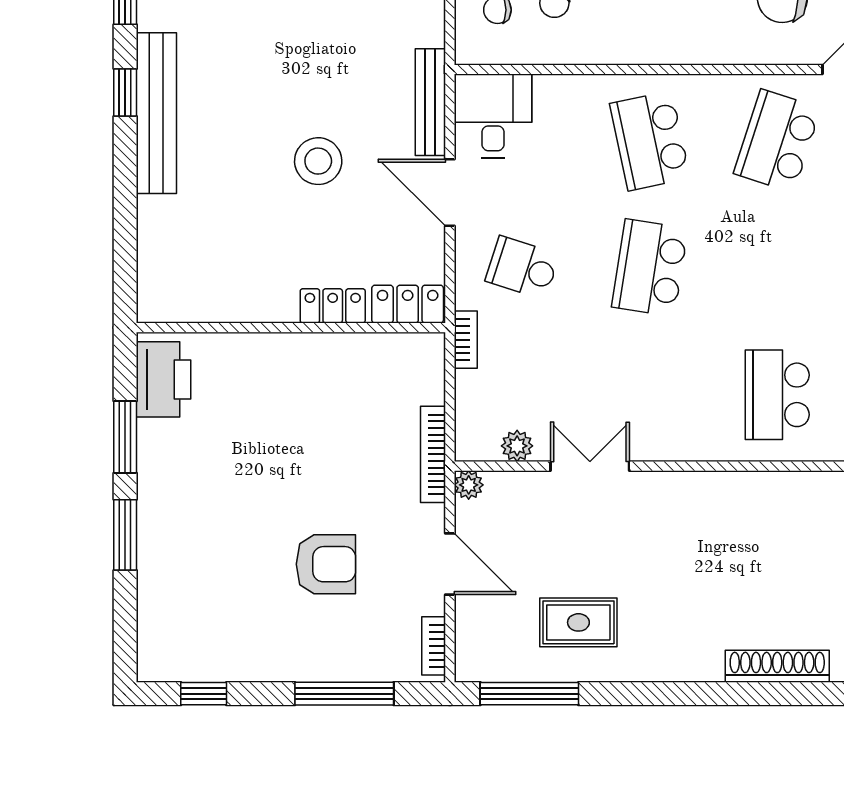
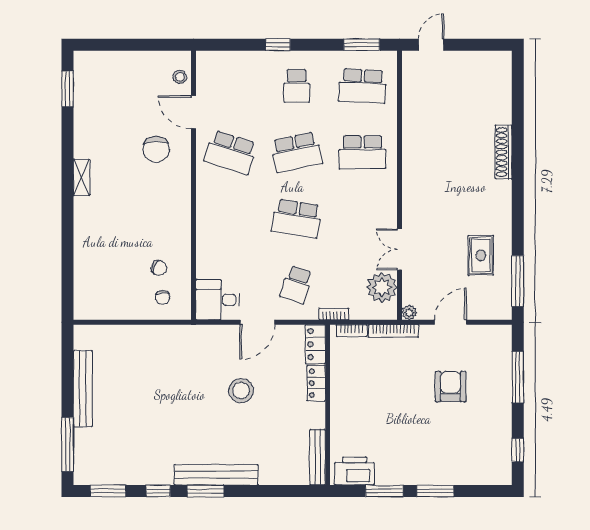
window: (125, 93) -> (205, 491), width x1.50
bench: (430, 102) -> (317, 457), moved, turned 90
school desk: (650, 141) -> (297, 152), moved
plant: (517, 446) -> (382, 287), width x1.88, depth x1.88
bookcase: (434, 646) -> (352, 331), moved

